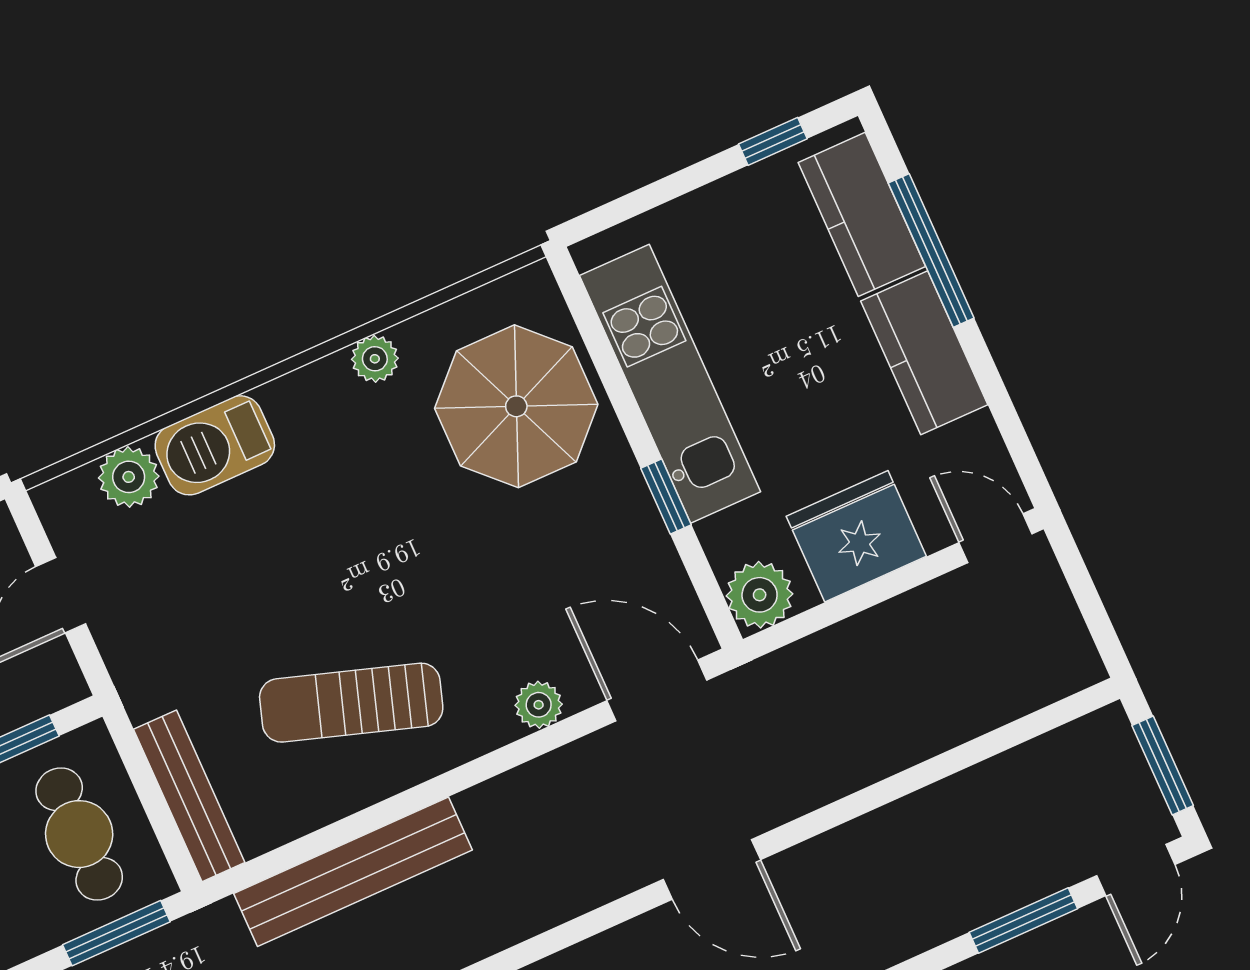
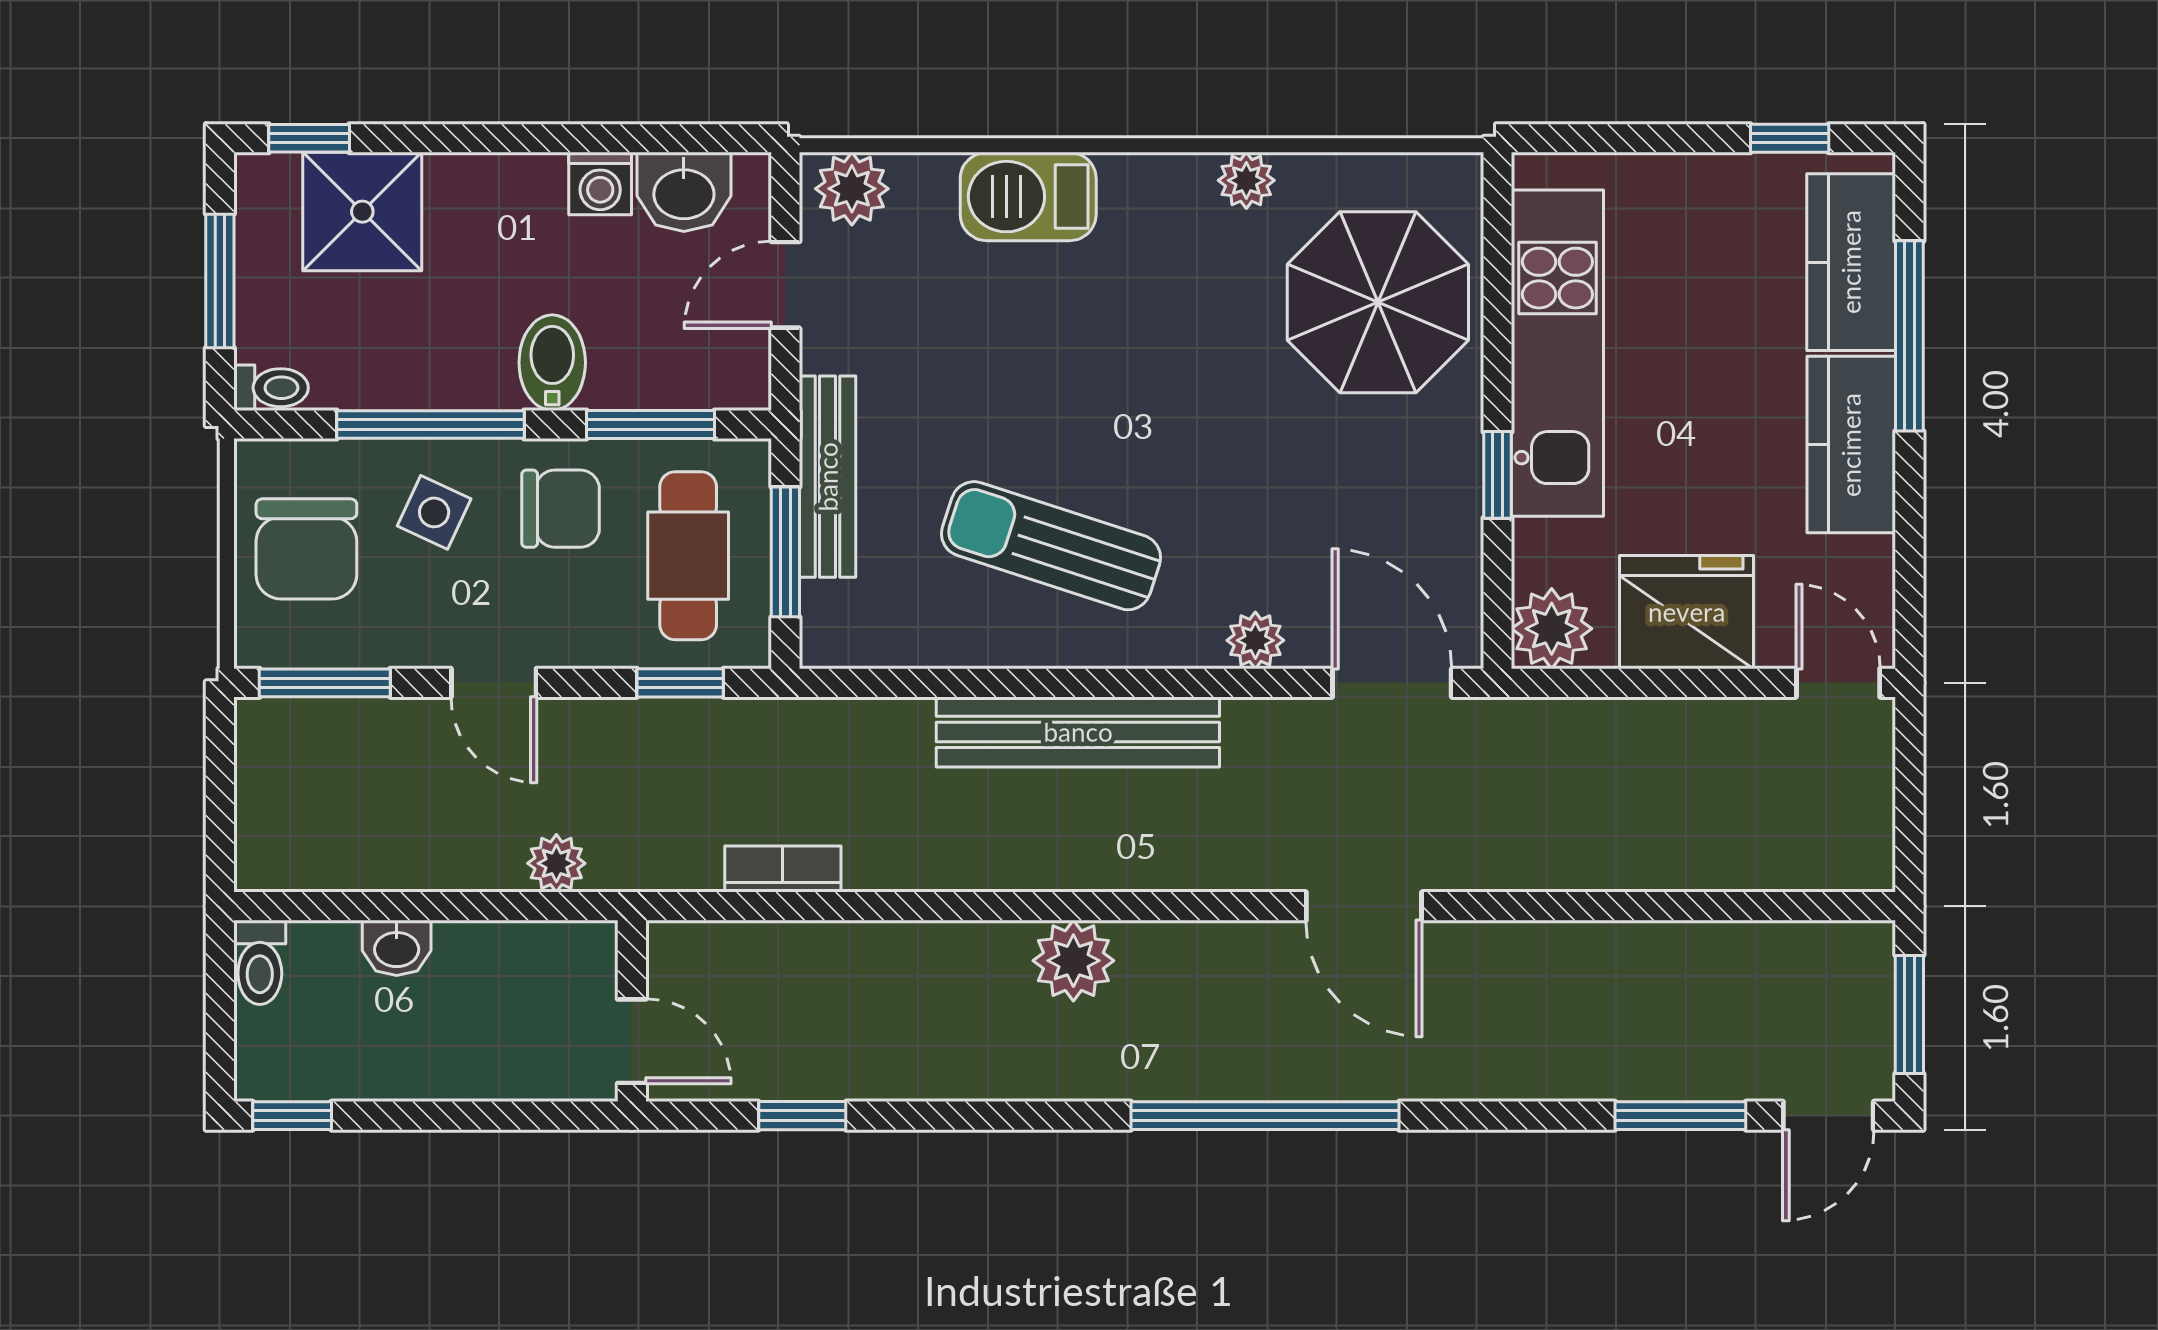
plant: (129, 477) -> (852, 189), moved
bench: (189, 796) -> (828, 477), moved
window: (152, 798) -> (785, 552), added
bench: (353, 872) -> (1078, 732), moved
window: (116, 933) -> (680, 683), width x0.67

